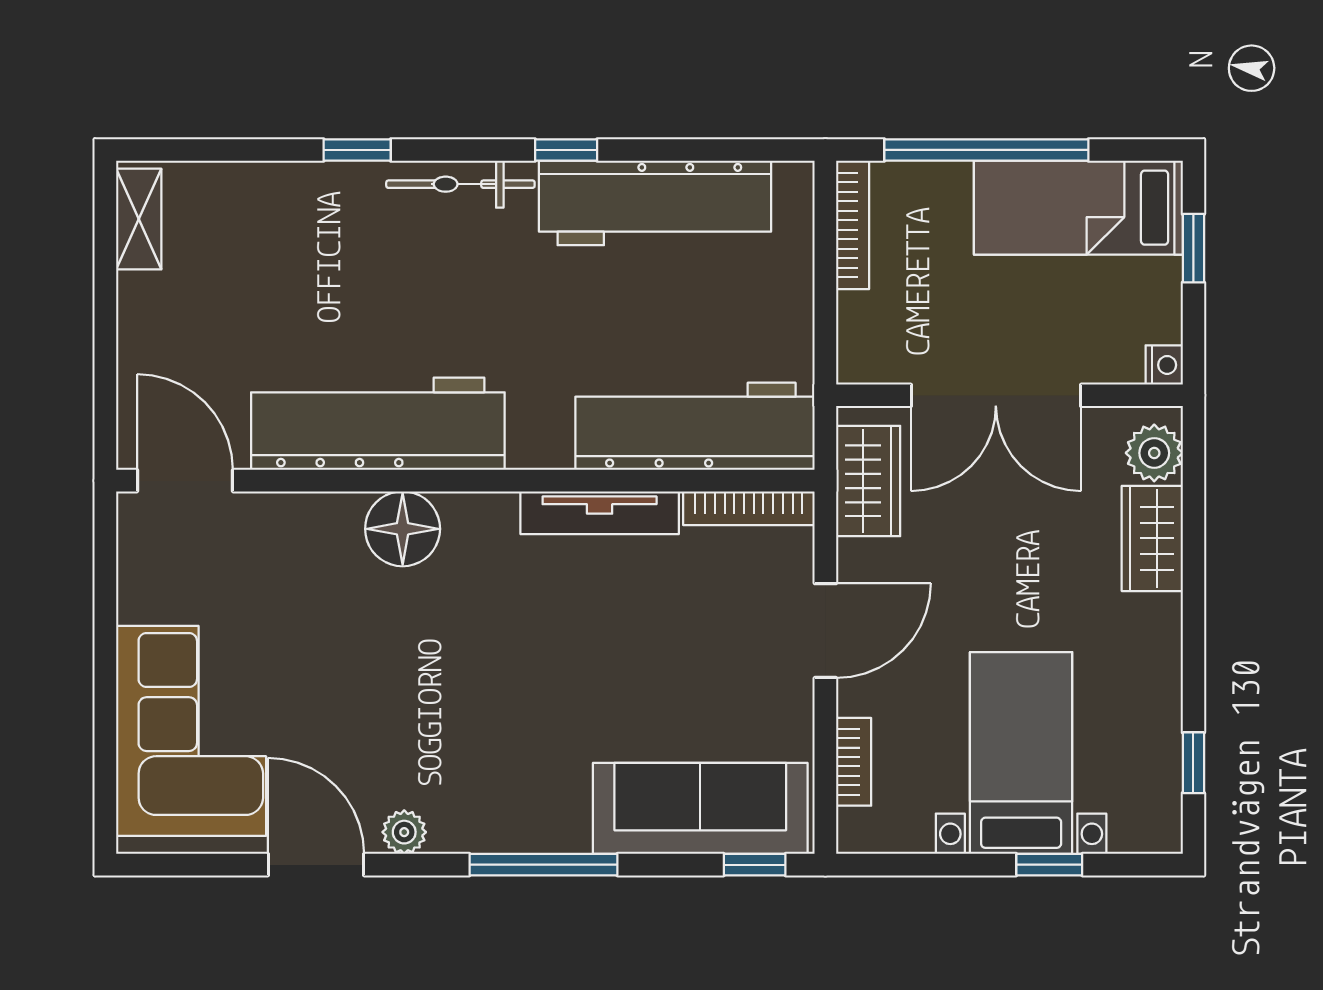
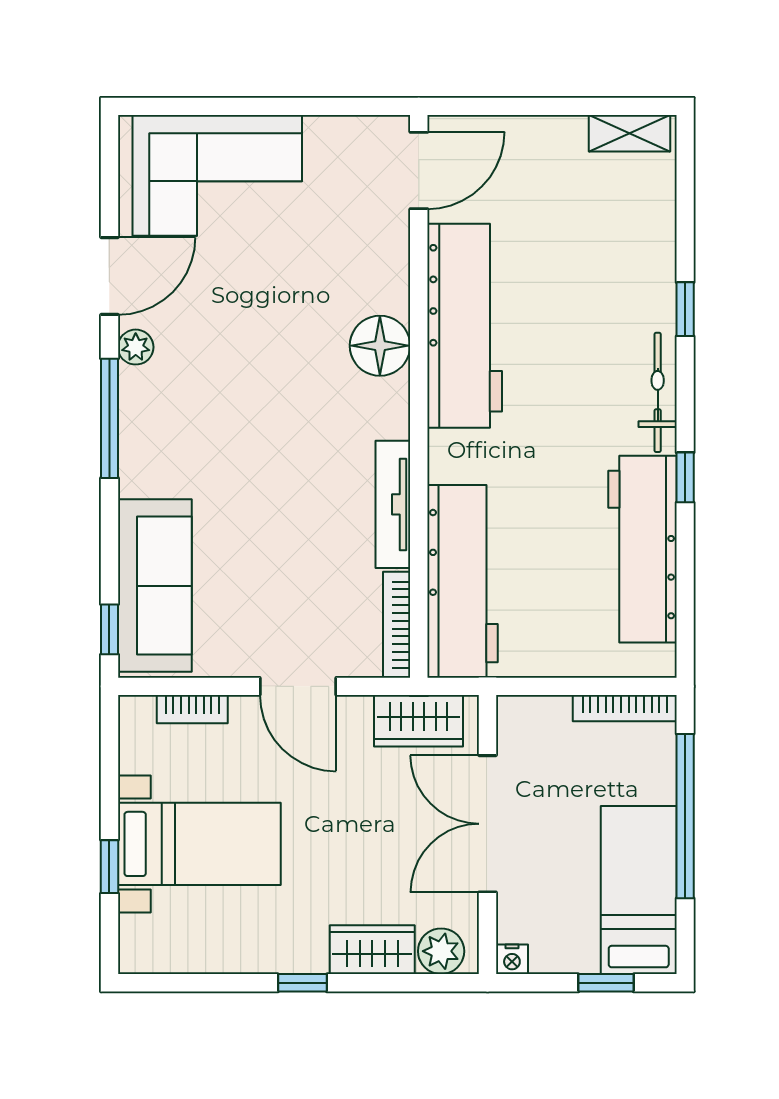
window: (1193, 763) -> (302, 983), moved
window: (543, 865) -> (109, 418), moved

